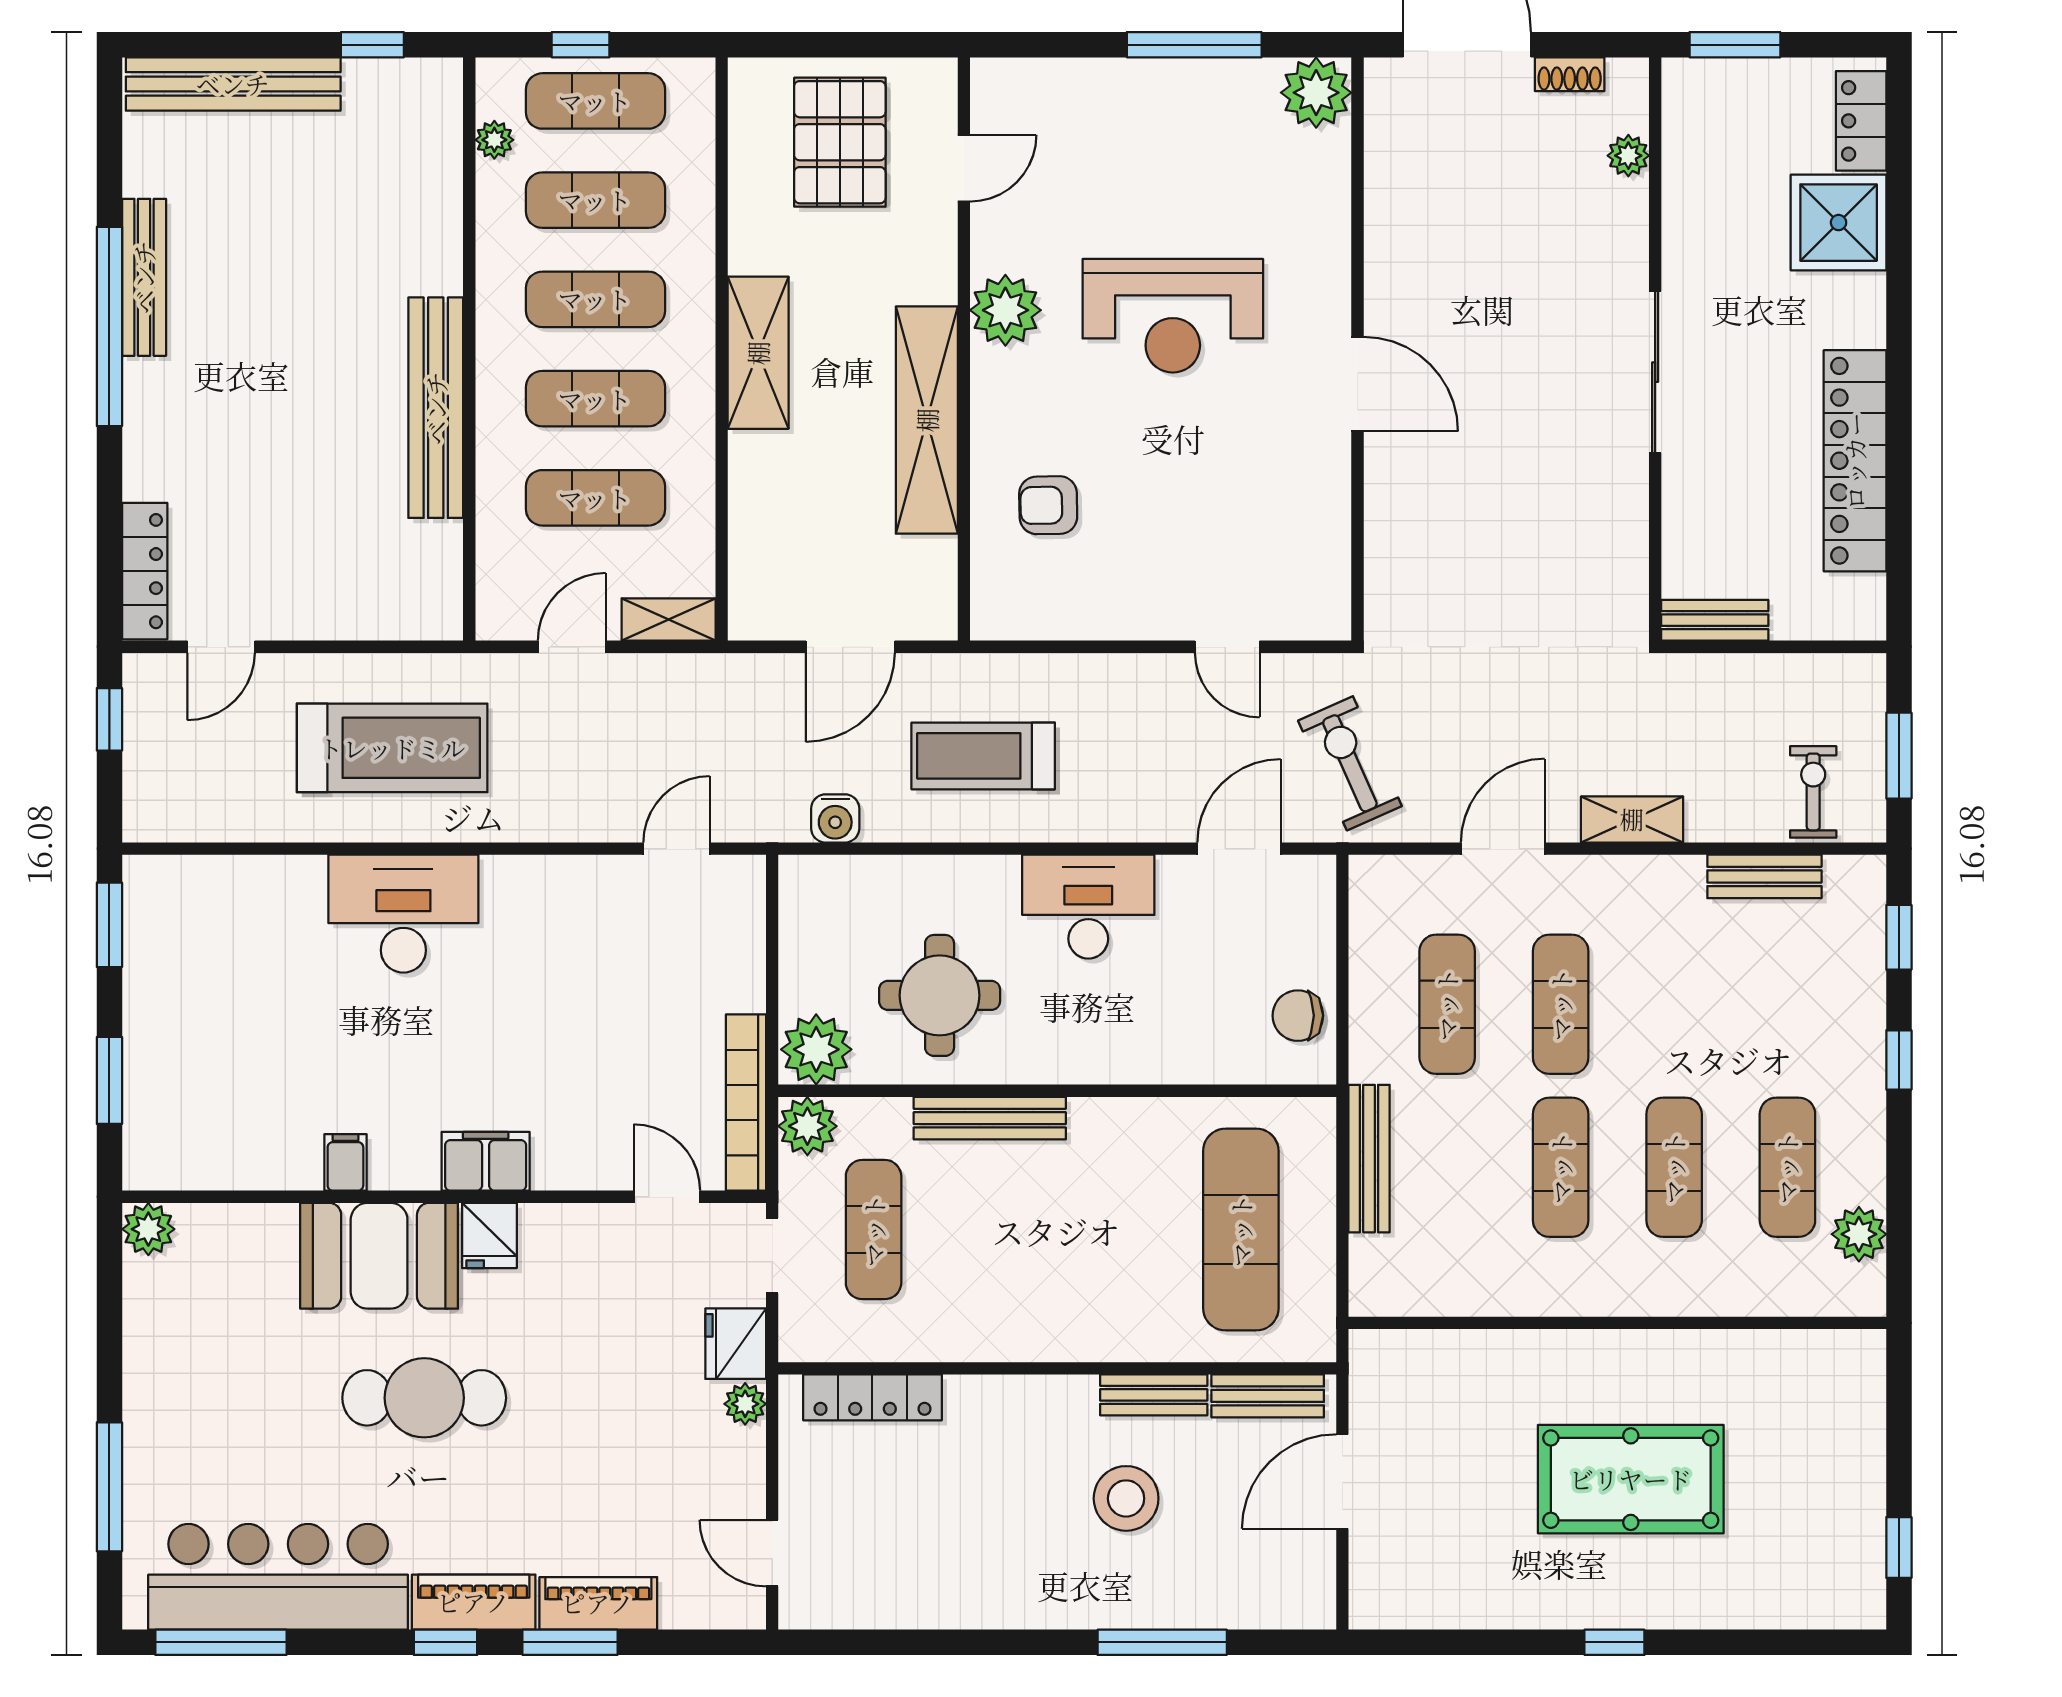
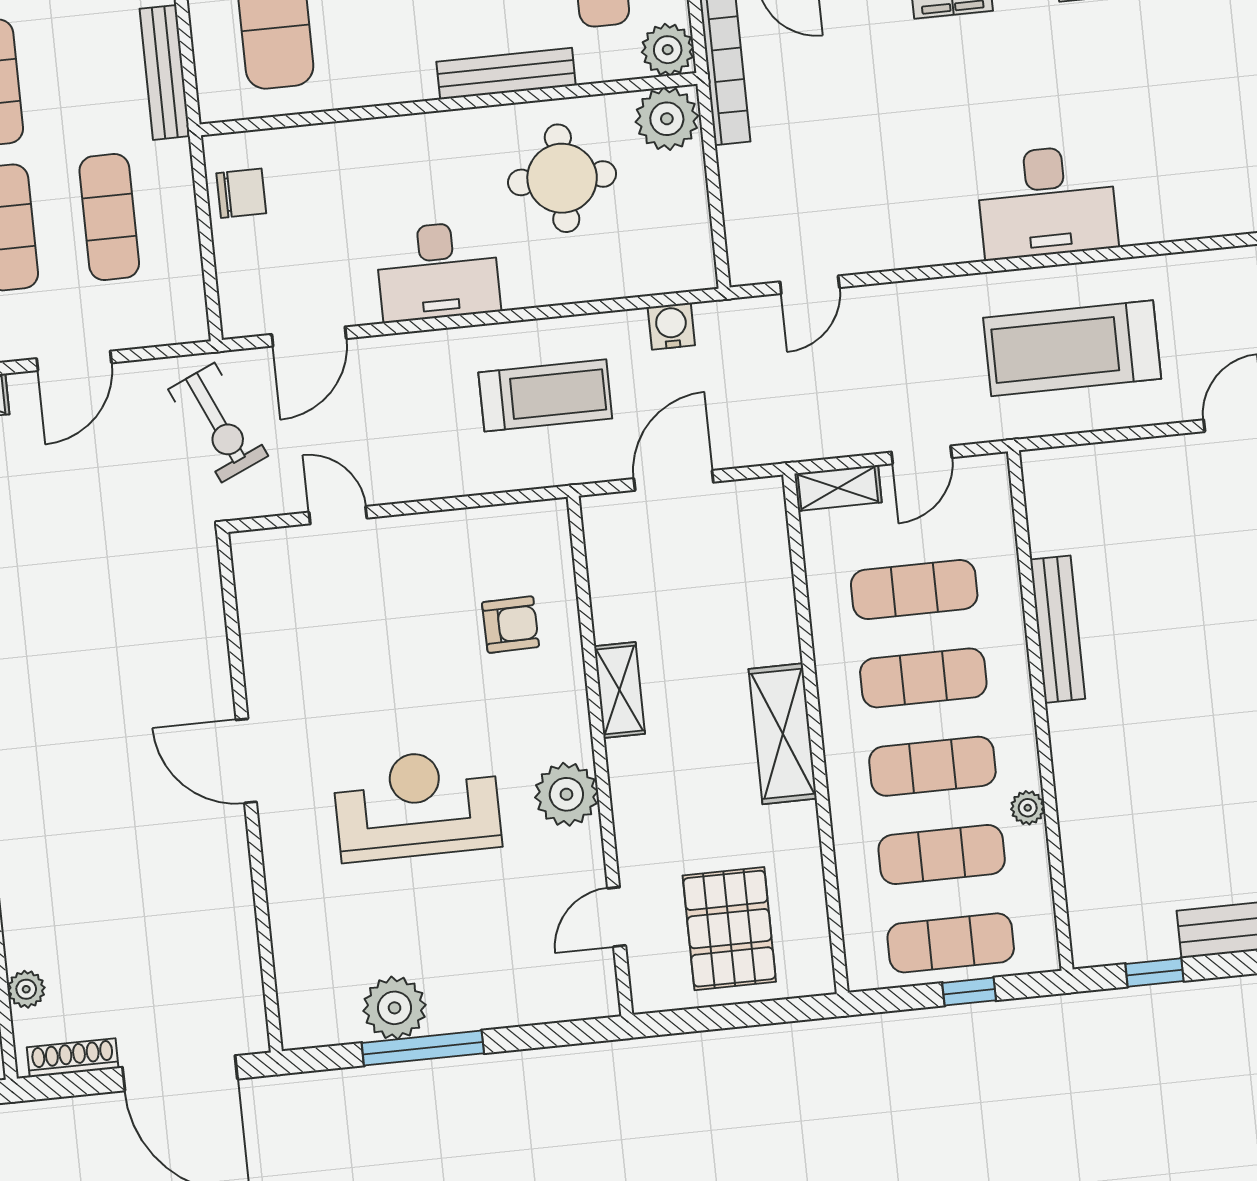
shoe rack: (1570, 74) -> (73, 1058), width x1.43
plant: (1316, 93) -> (395, 1008), moved
plant: (494, 140) -> (1028, 808), moved
bench: (436, 408) -> (1058, 629), width x0.73, depth x0.82
shelving: (927, 420) -> (619, 690), width x0.45, depth x0.75

